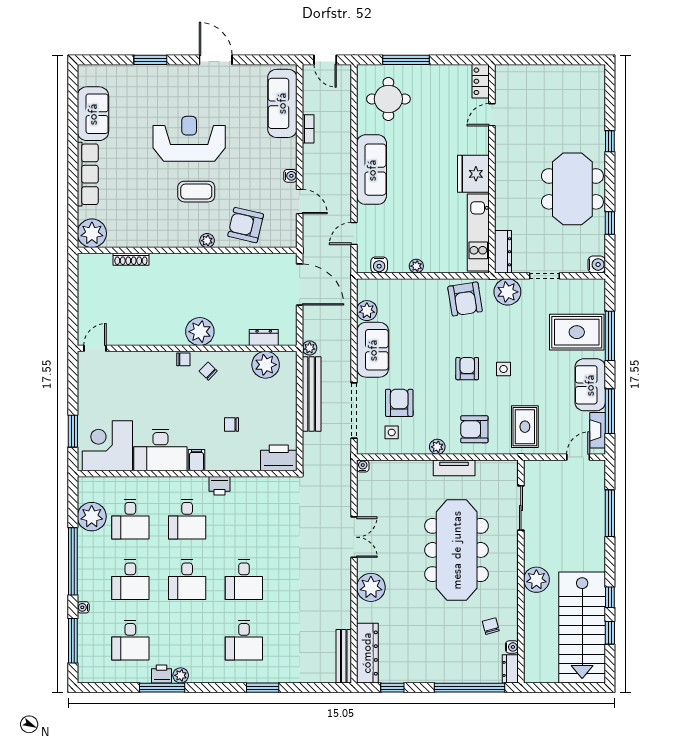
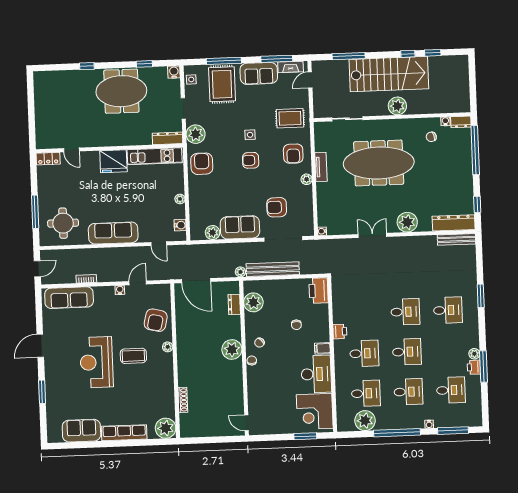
coffee table: (196, 192) -> (133, 356), turned 90
door: (300, 285) -> (196, 281), swing flipped
armchair: (465, 299) -> (202, 164), turned -81
side table: (392, 432) -> (191, 79), moved
door: (578, 457) -> (310, 80), hinge flipped
stairs: (582, 628) -> (389, 74), moved

